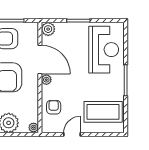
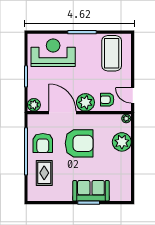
door: (40, 60) -> (62, 113), hinge flipped
plant: (46, 80) -> (85, 102), width x1.87, depth x1.87
door: (72, 134) -> (133, 95), moved

